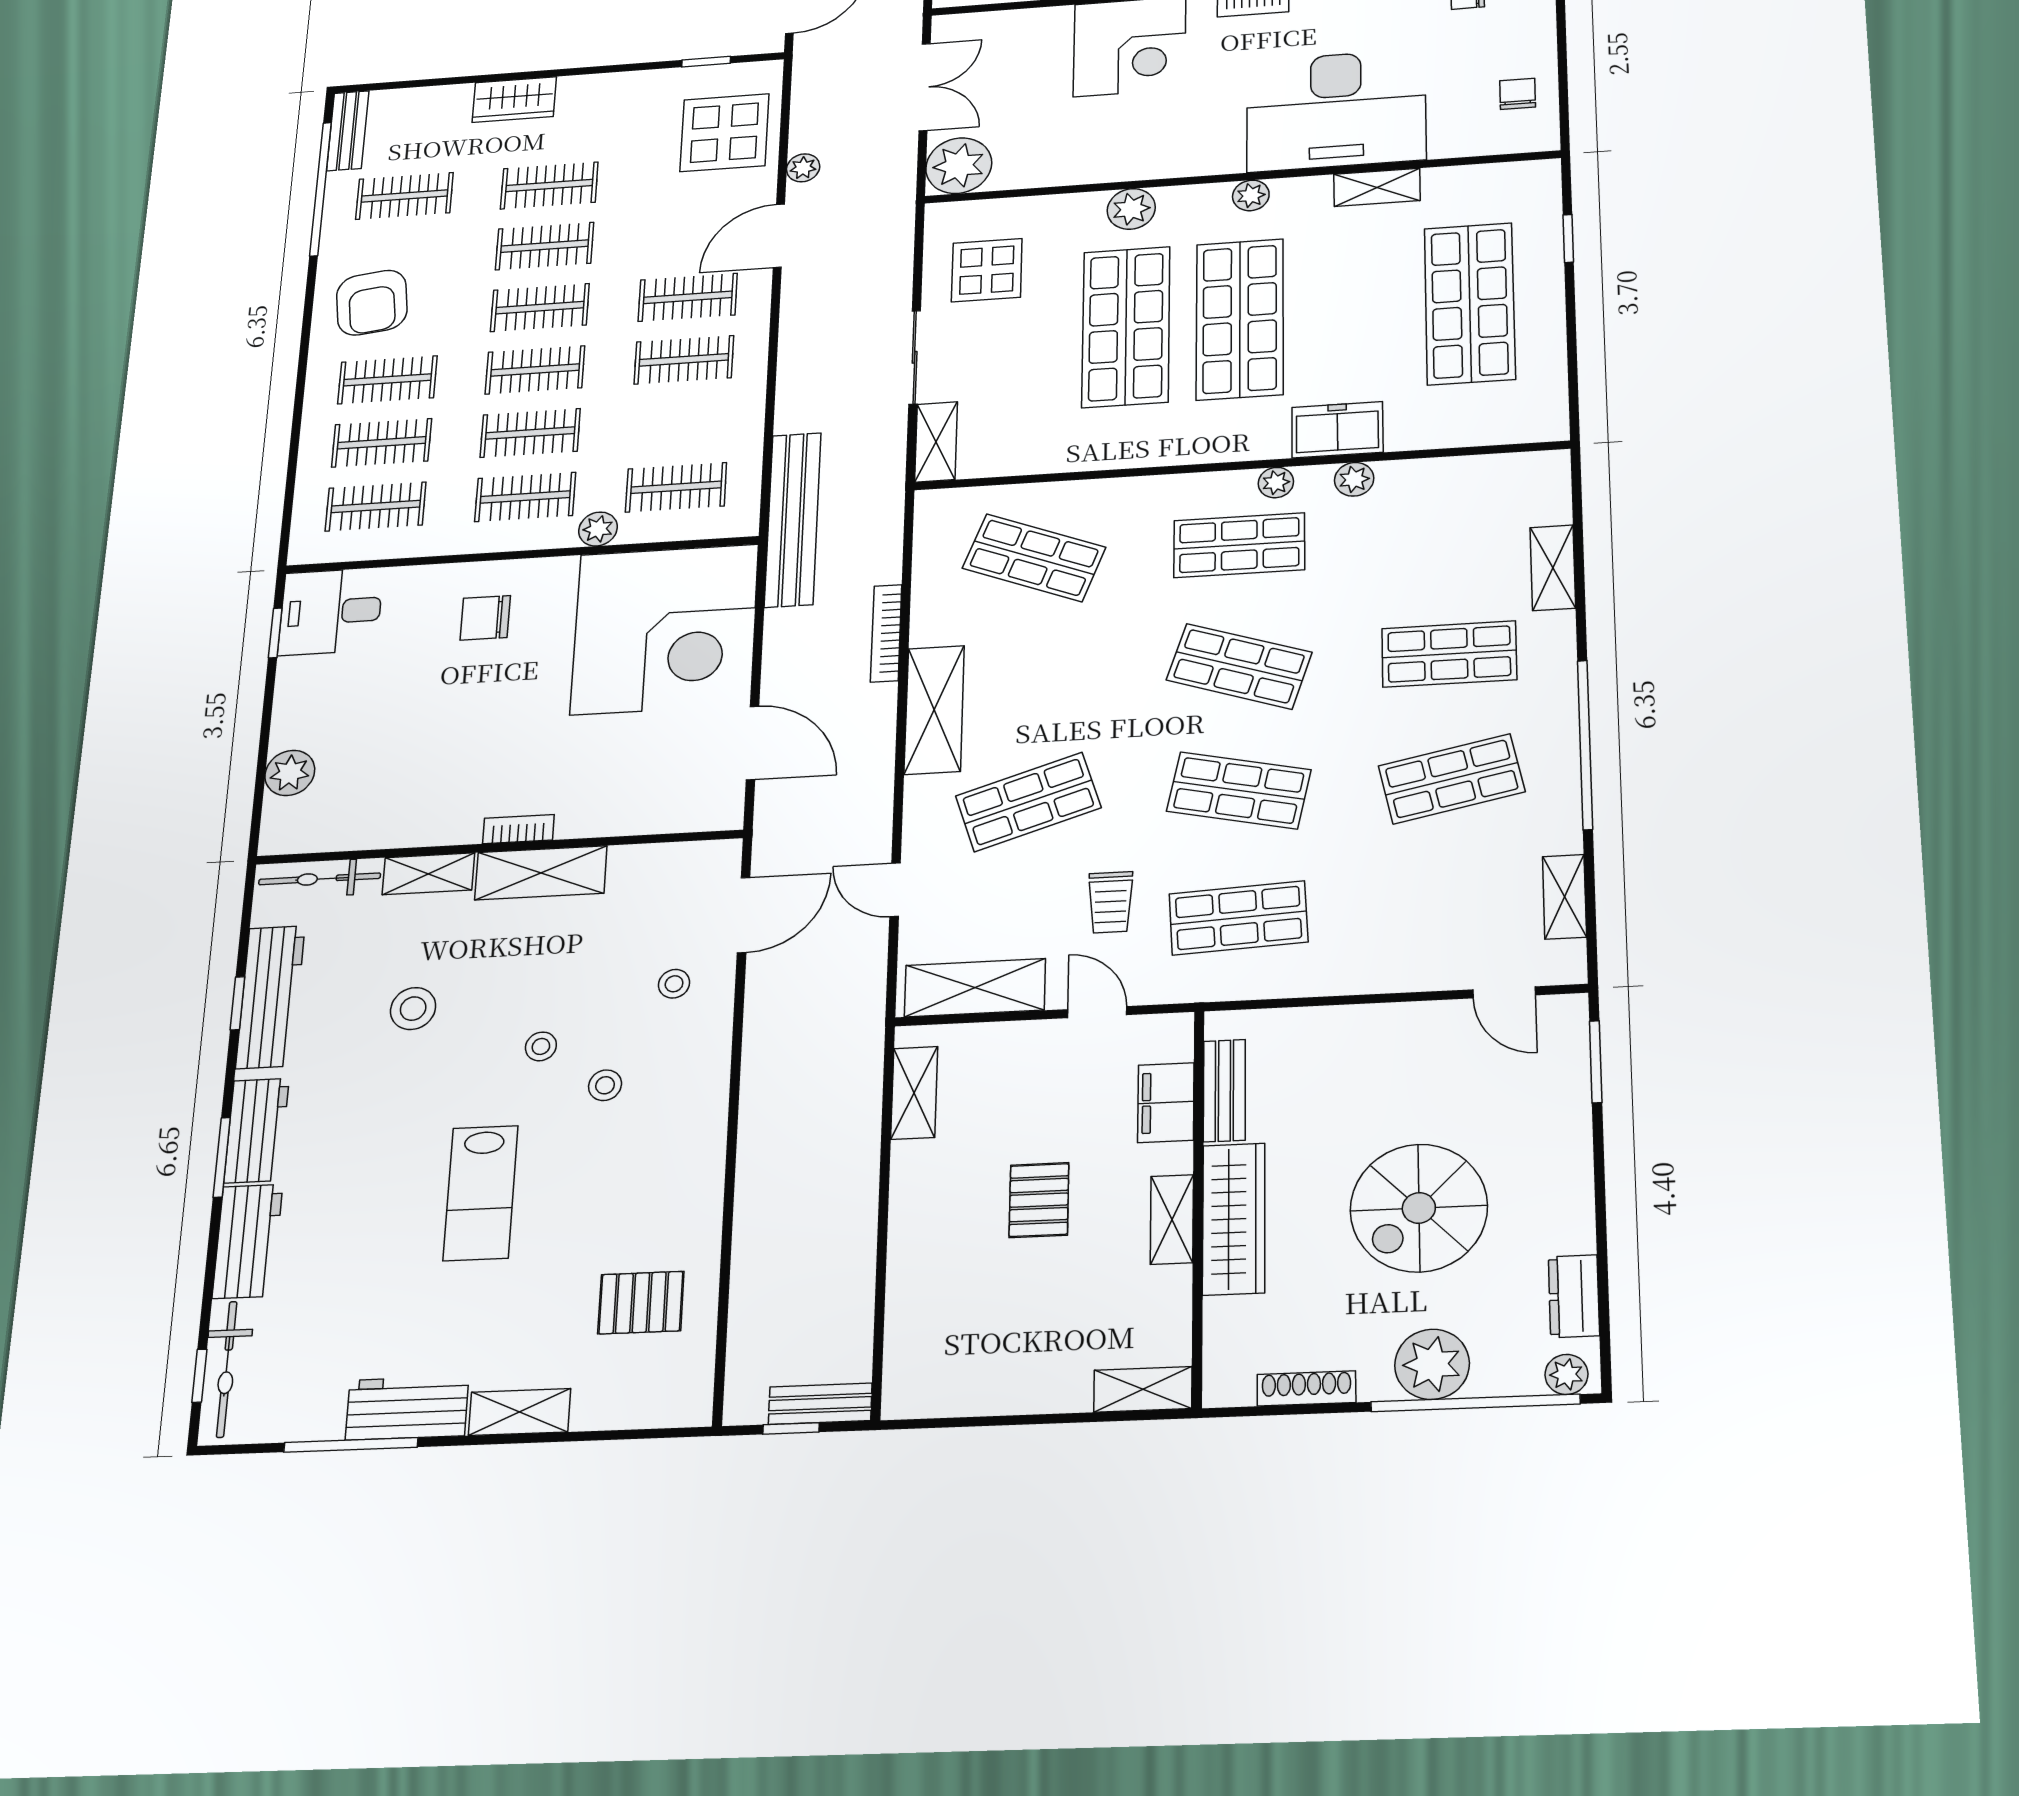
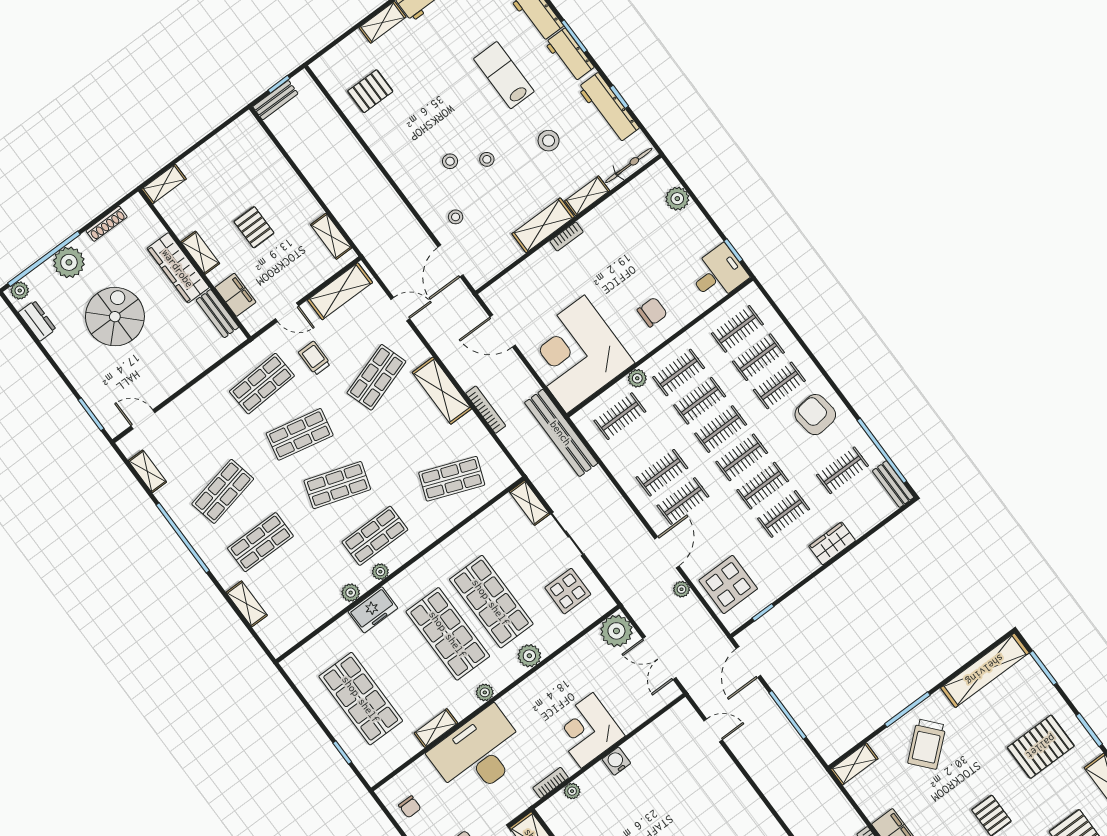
lab bench: (480, 1193) -> (504, 75), moved

